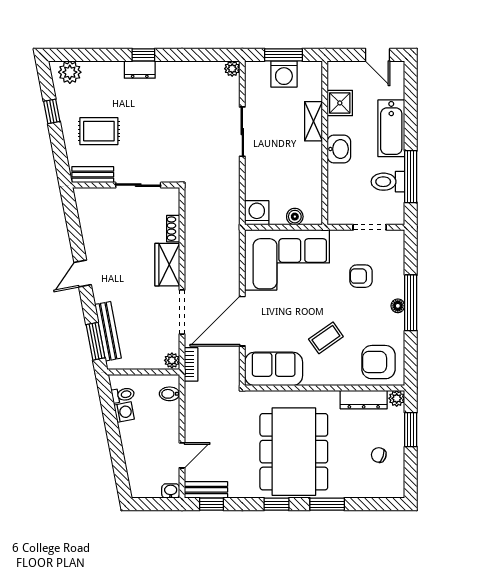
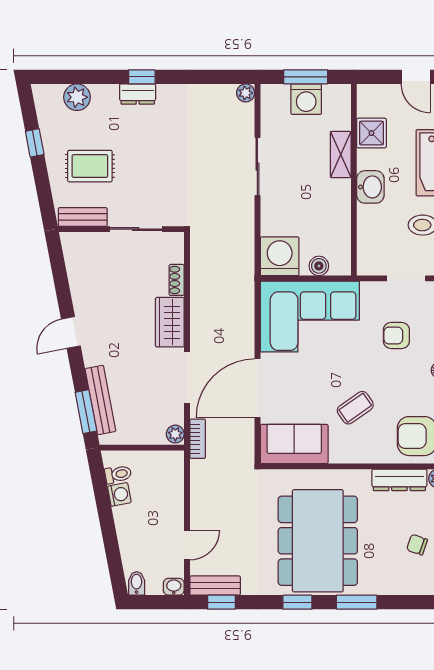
plant: (70, 72) -> (77, 97), moved
washing machine: (257, 213) -> (280, 256), width x1.37, depth x1.37
bidet: (169, 394) -> (137, 583), moved, turned 90

